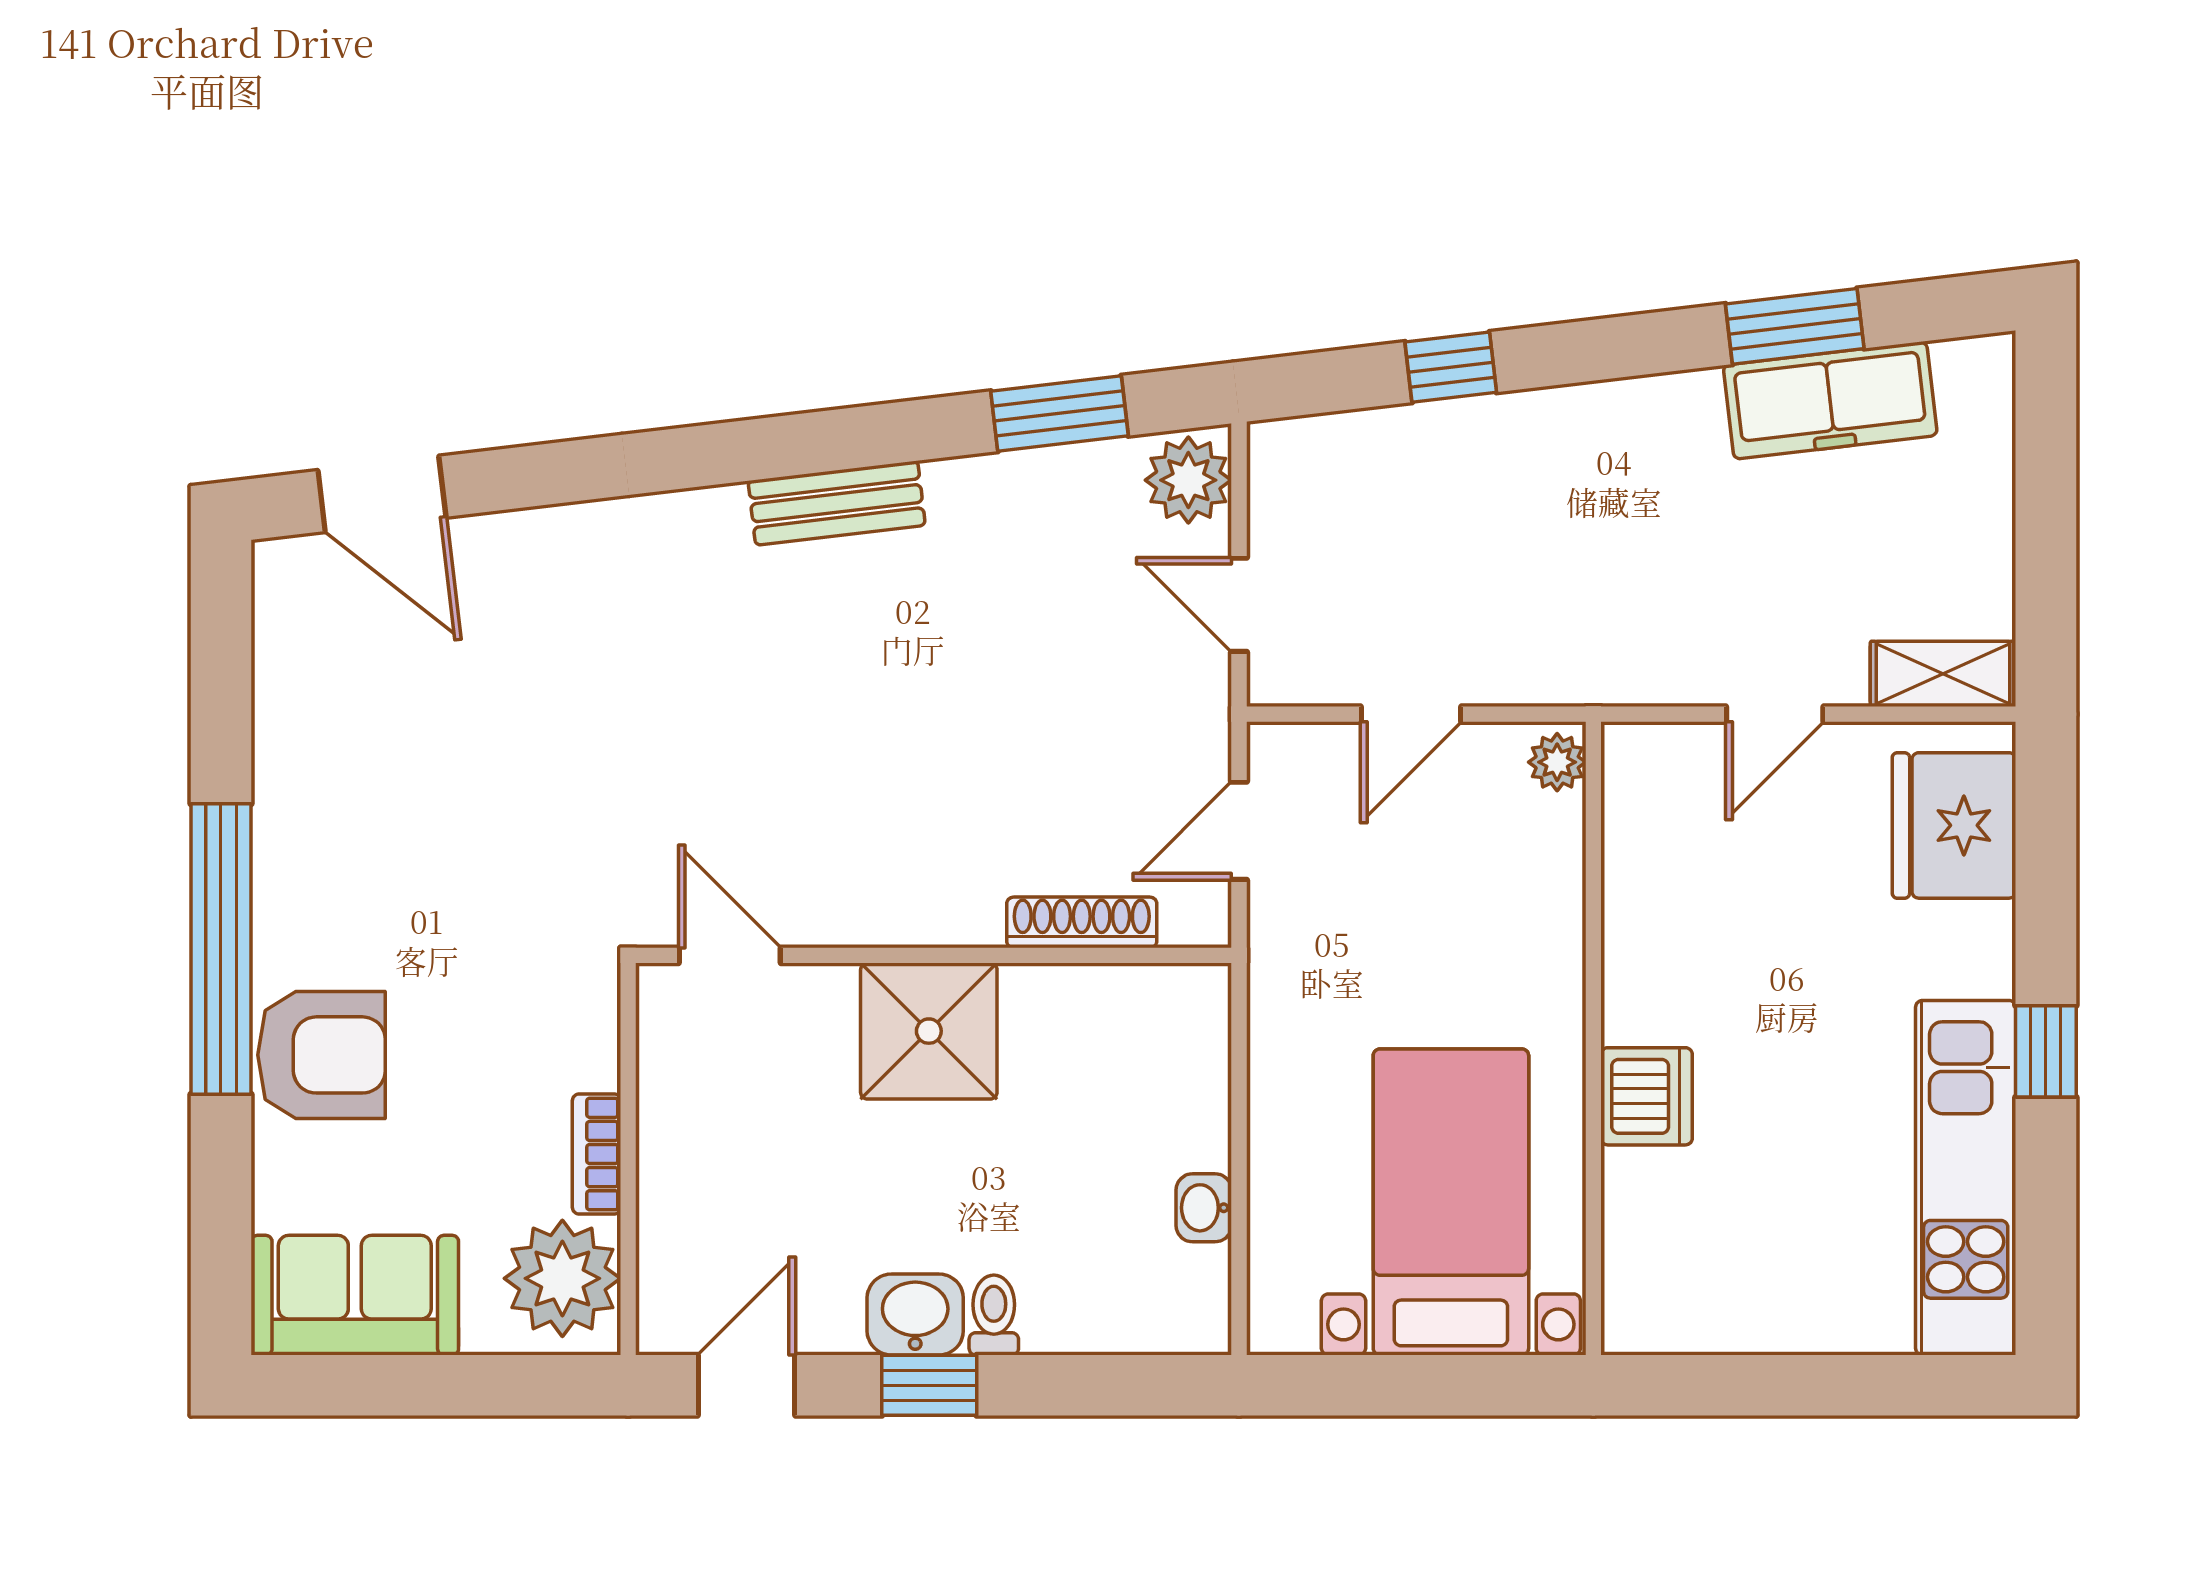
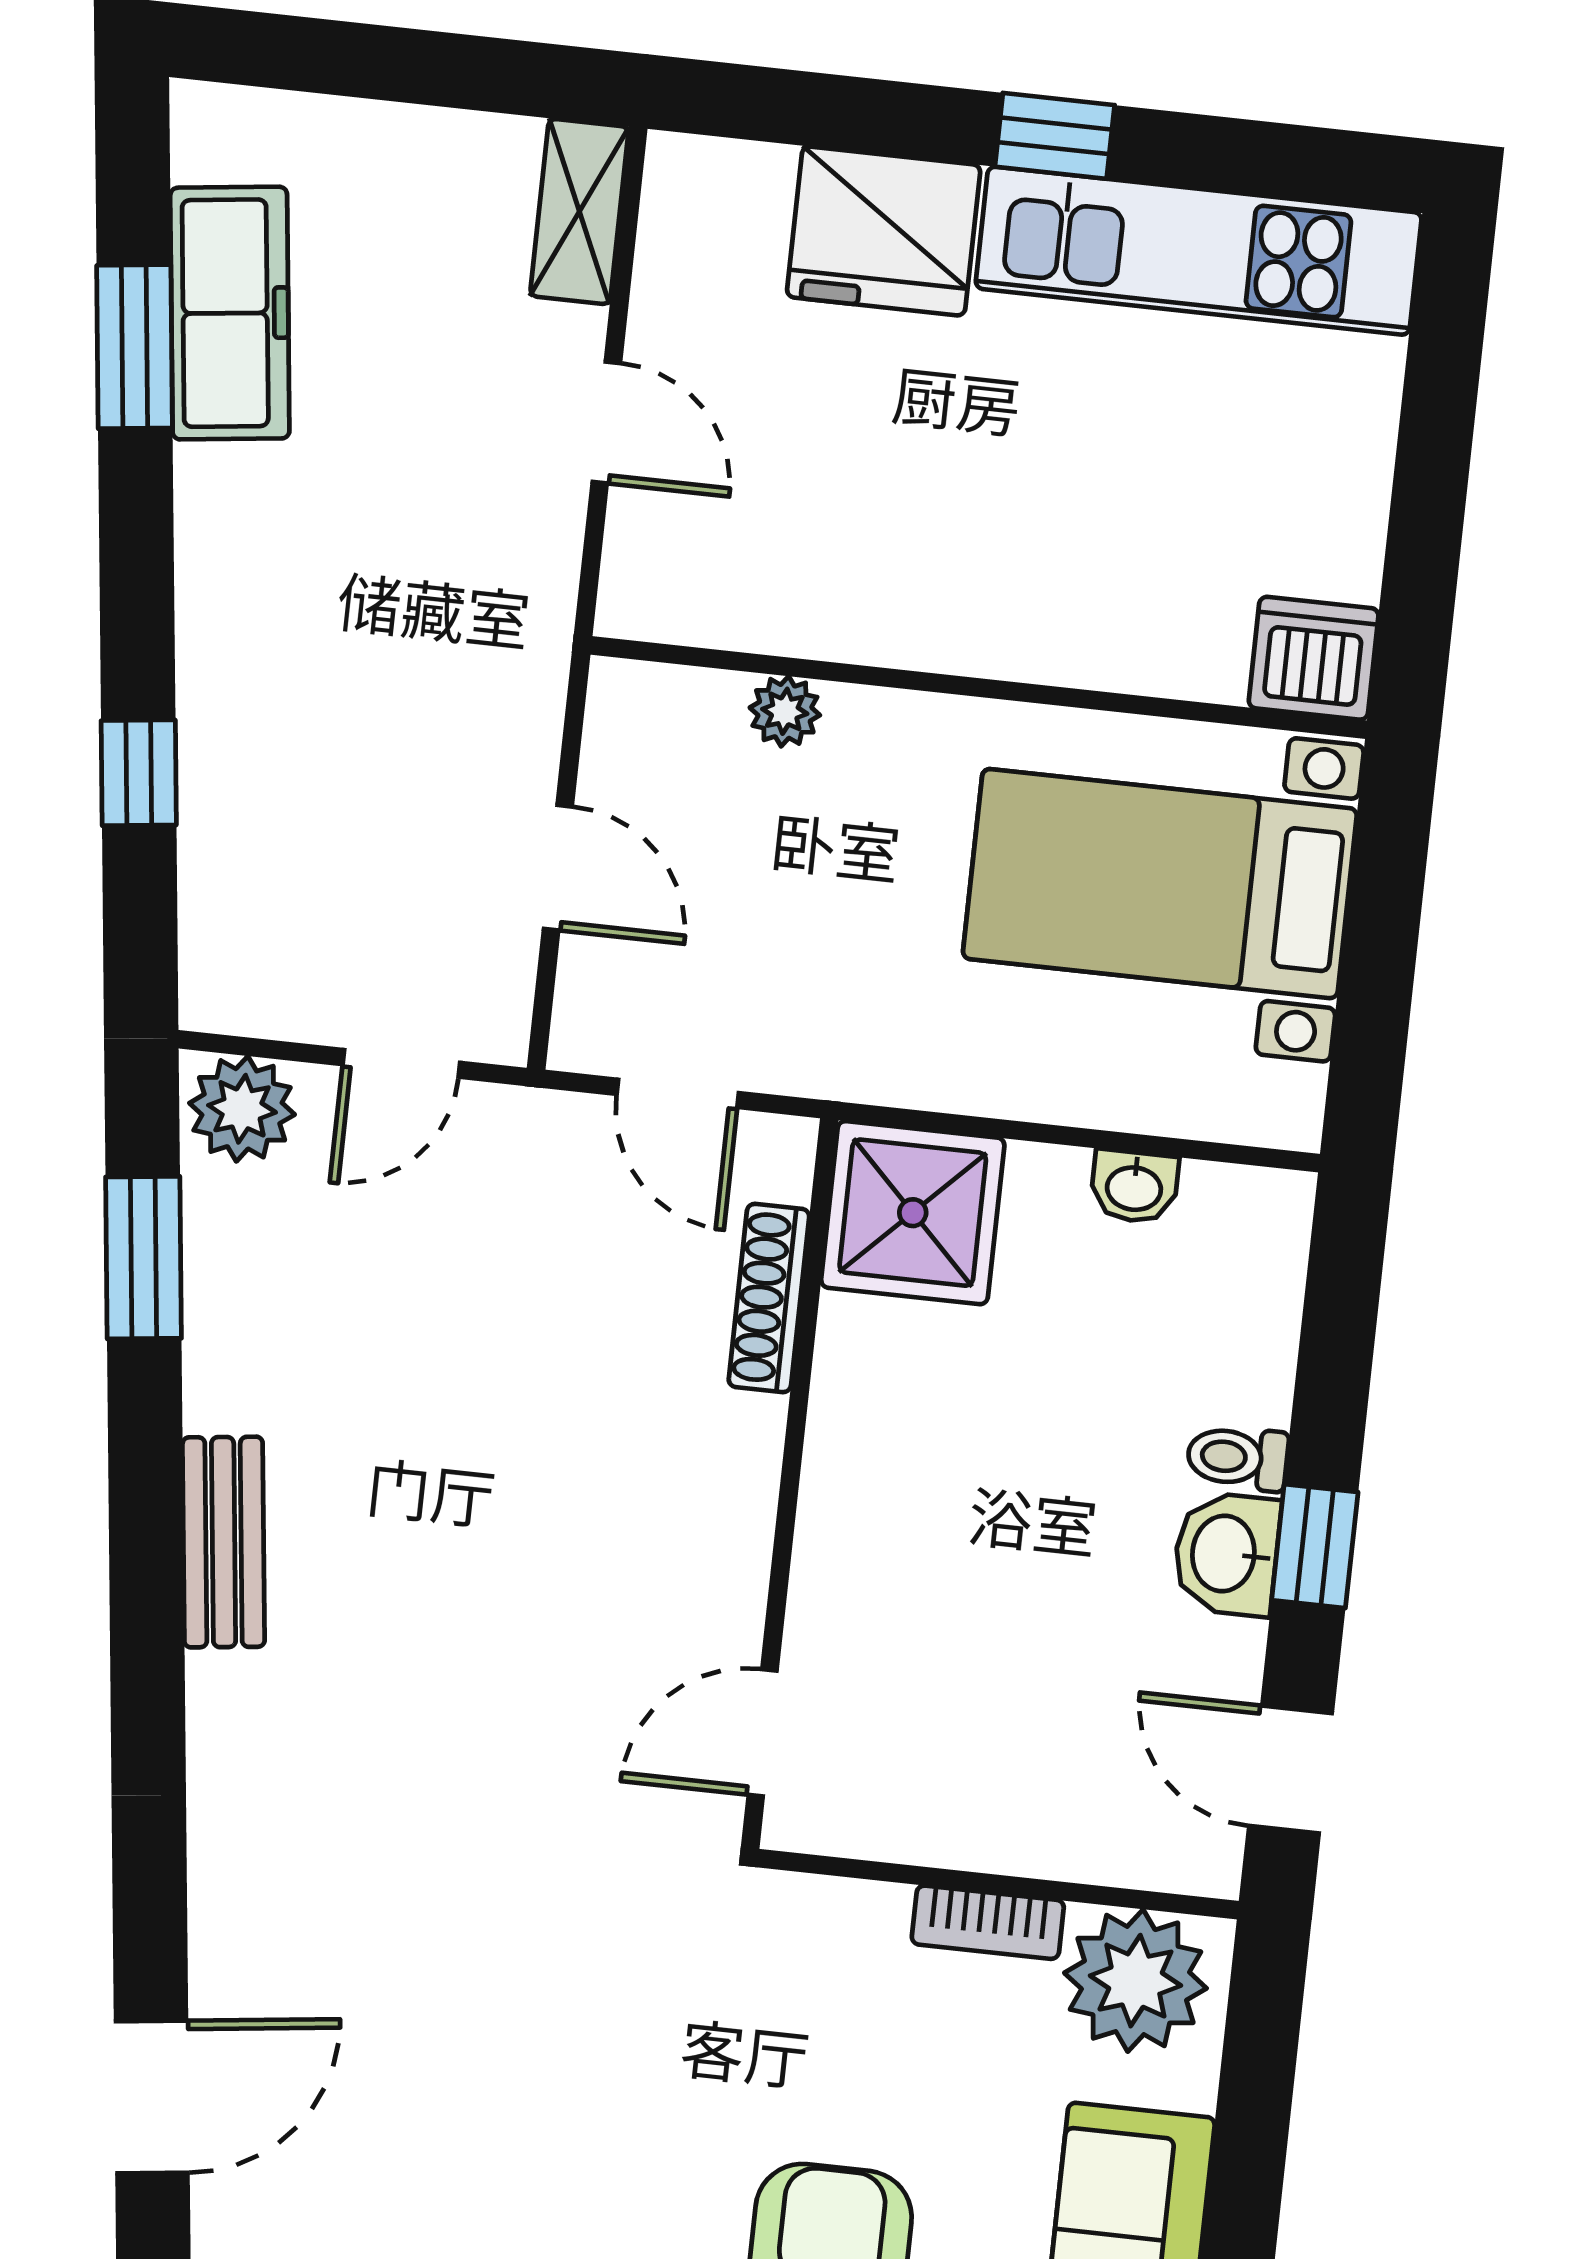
plant: (1557, 762) -> (785, 711), moved
fridge: (1954, 825) -> (884, 231), moved
shower: (929, 1031) -> (913, 1213), moved
dishwasher: (1647, 1096) -> (1314, 658), moved

